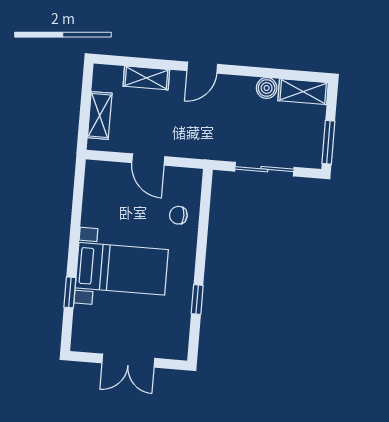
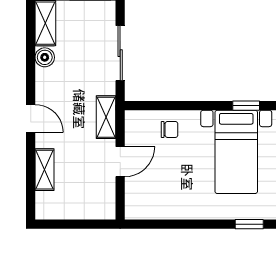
shelving: (100, 115) -> (106, 117), moved, turned 90
chair: (178, 215) -> (169, 129), turned -90
bed with nightstands: (122, 269) -> (236, 152), moved, turned 180

